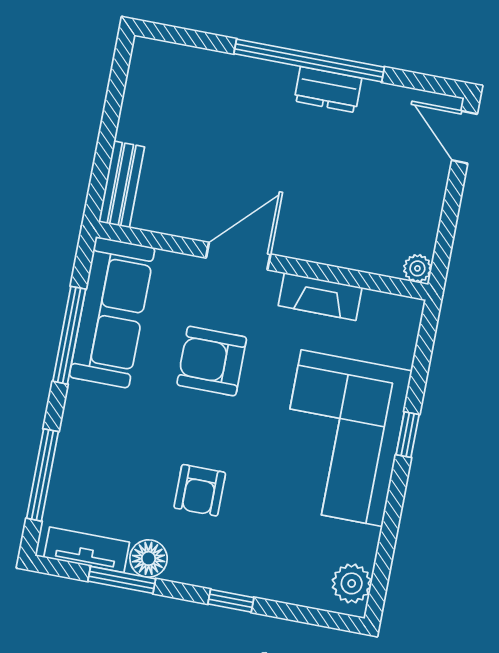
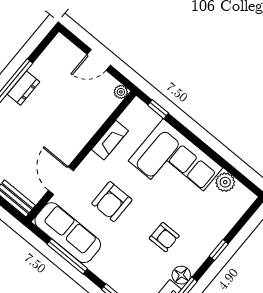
door: (464, 137) -> (99, 60), moved
door: (238, 256) -> (61, 181), moved
window: (408, 435) -> (158, 109), moved
plant: (352, 583) -> (225, 182), moved

